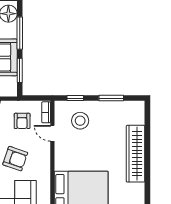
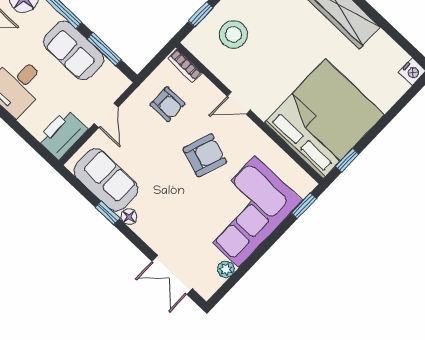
door: (52, 133) -> (239, 103), moved

